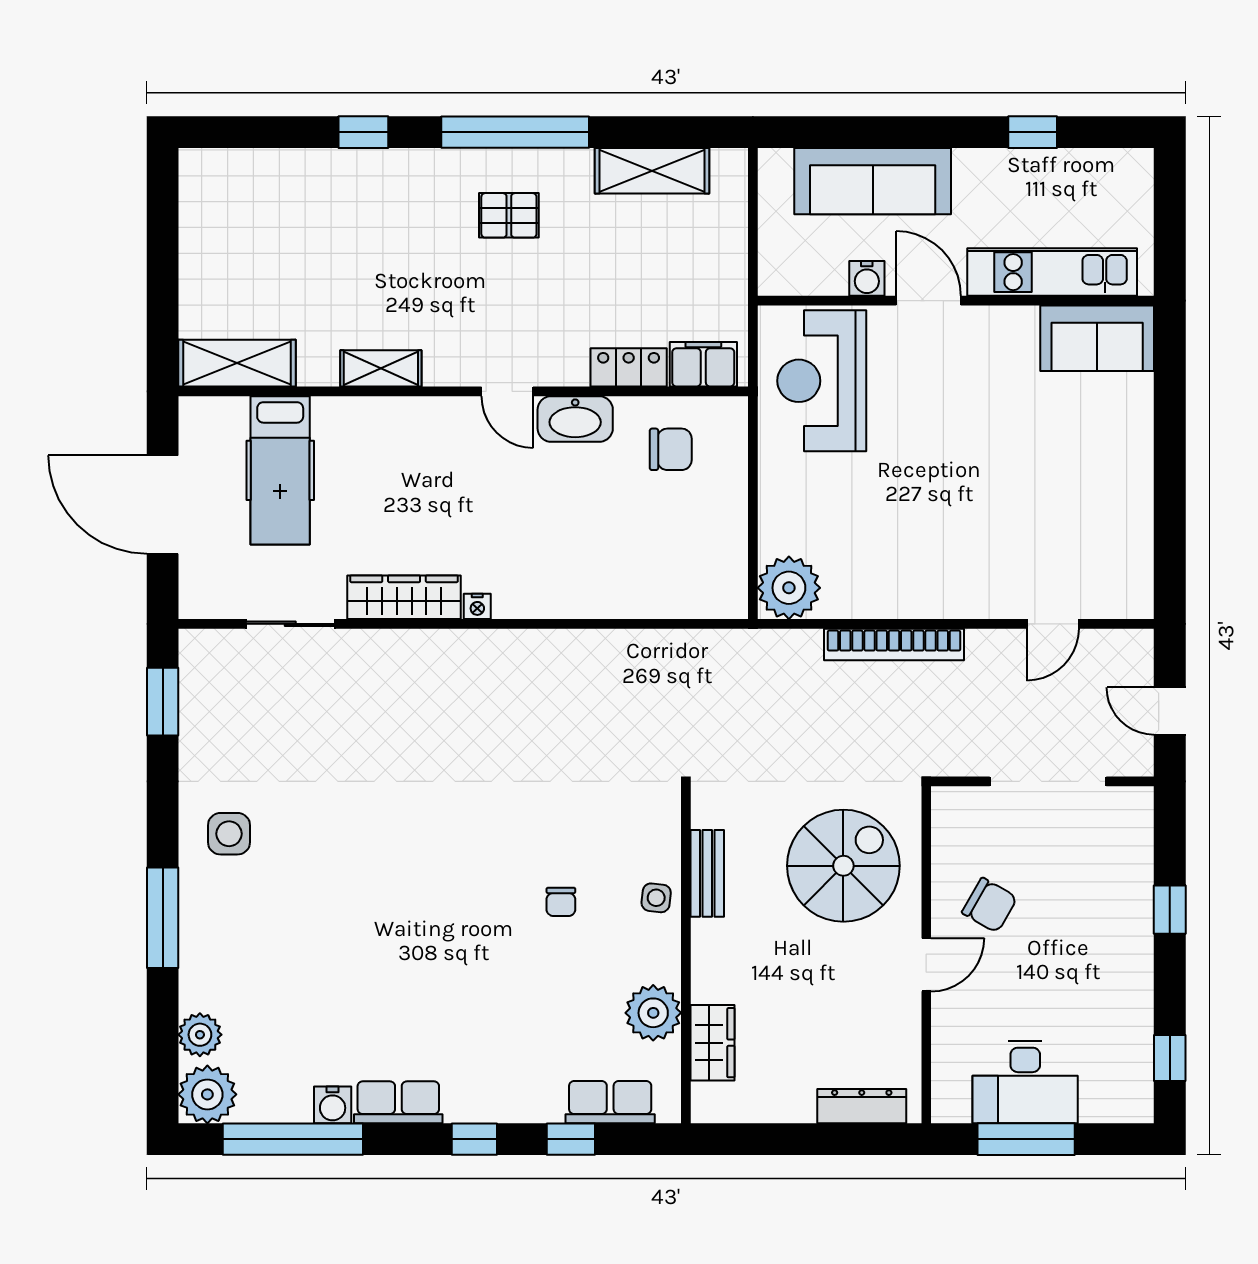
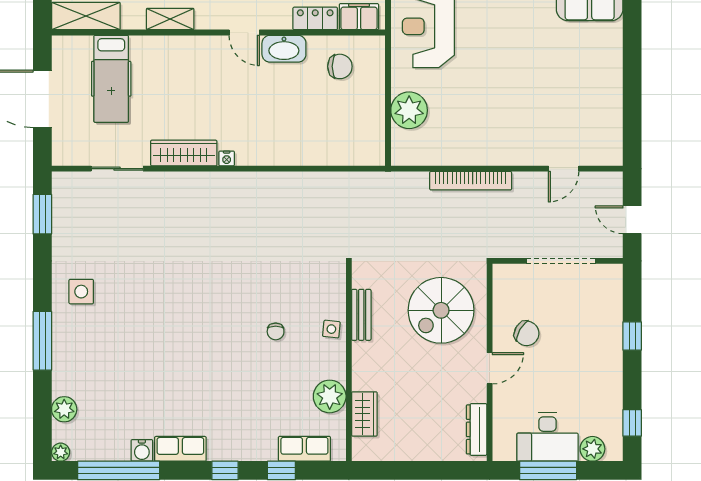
plant: (789, 588) -> (409, 110), moved
spiral stairs: (843, 866) -> (441, 310), turned 180
plant: (207, 1094) -> (61, 452), width x0.53, depth x0.53
plant: (1102, 1102) -> (592, 449), added
dresser: (862, 1106) -> (477, 429), moved, turned -90

